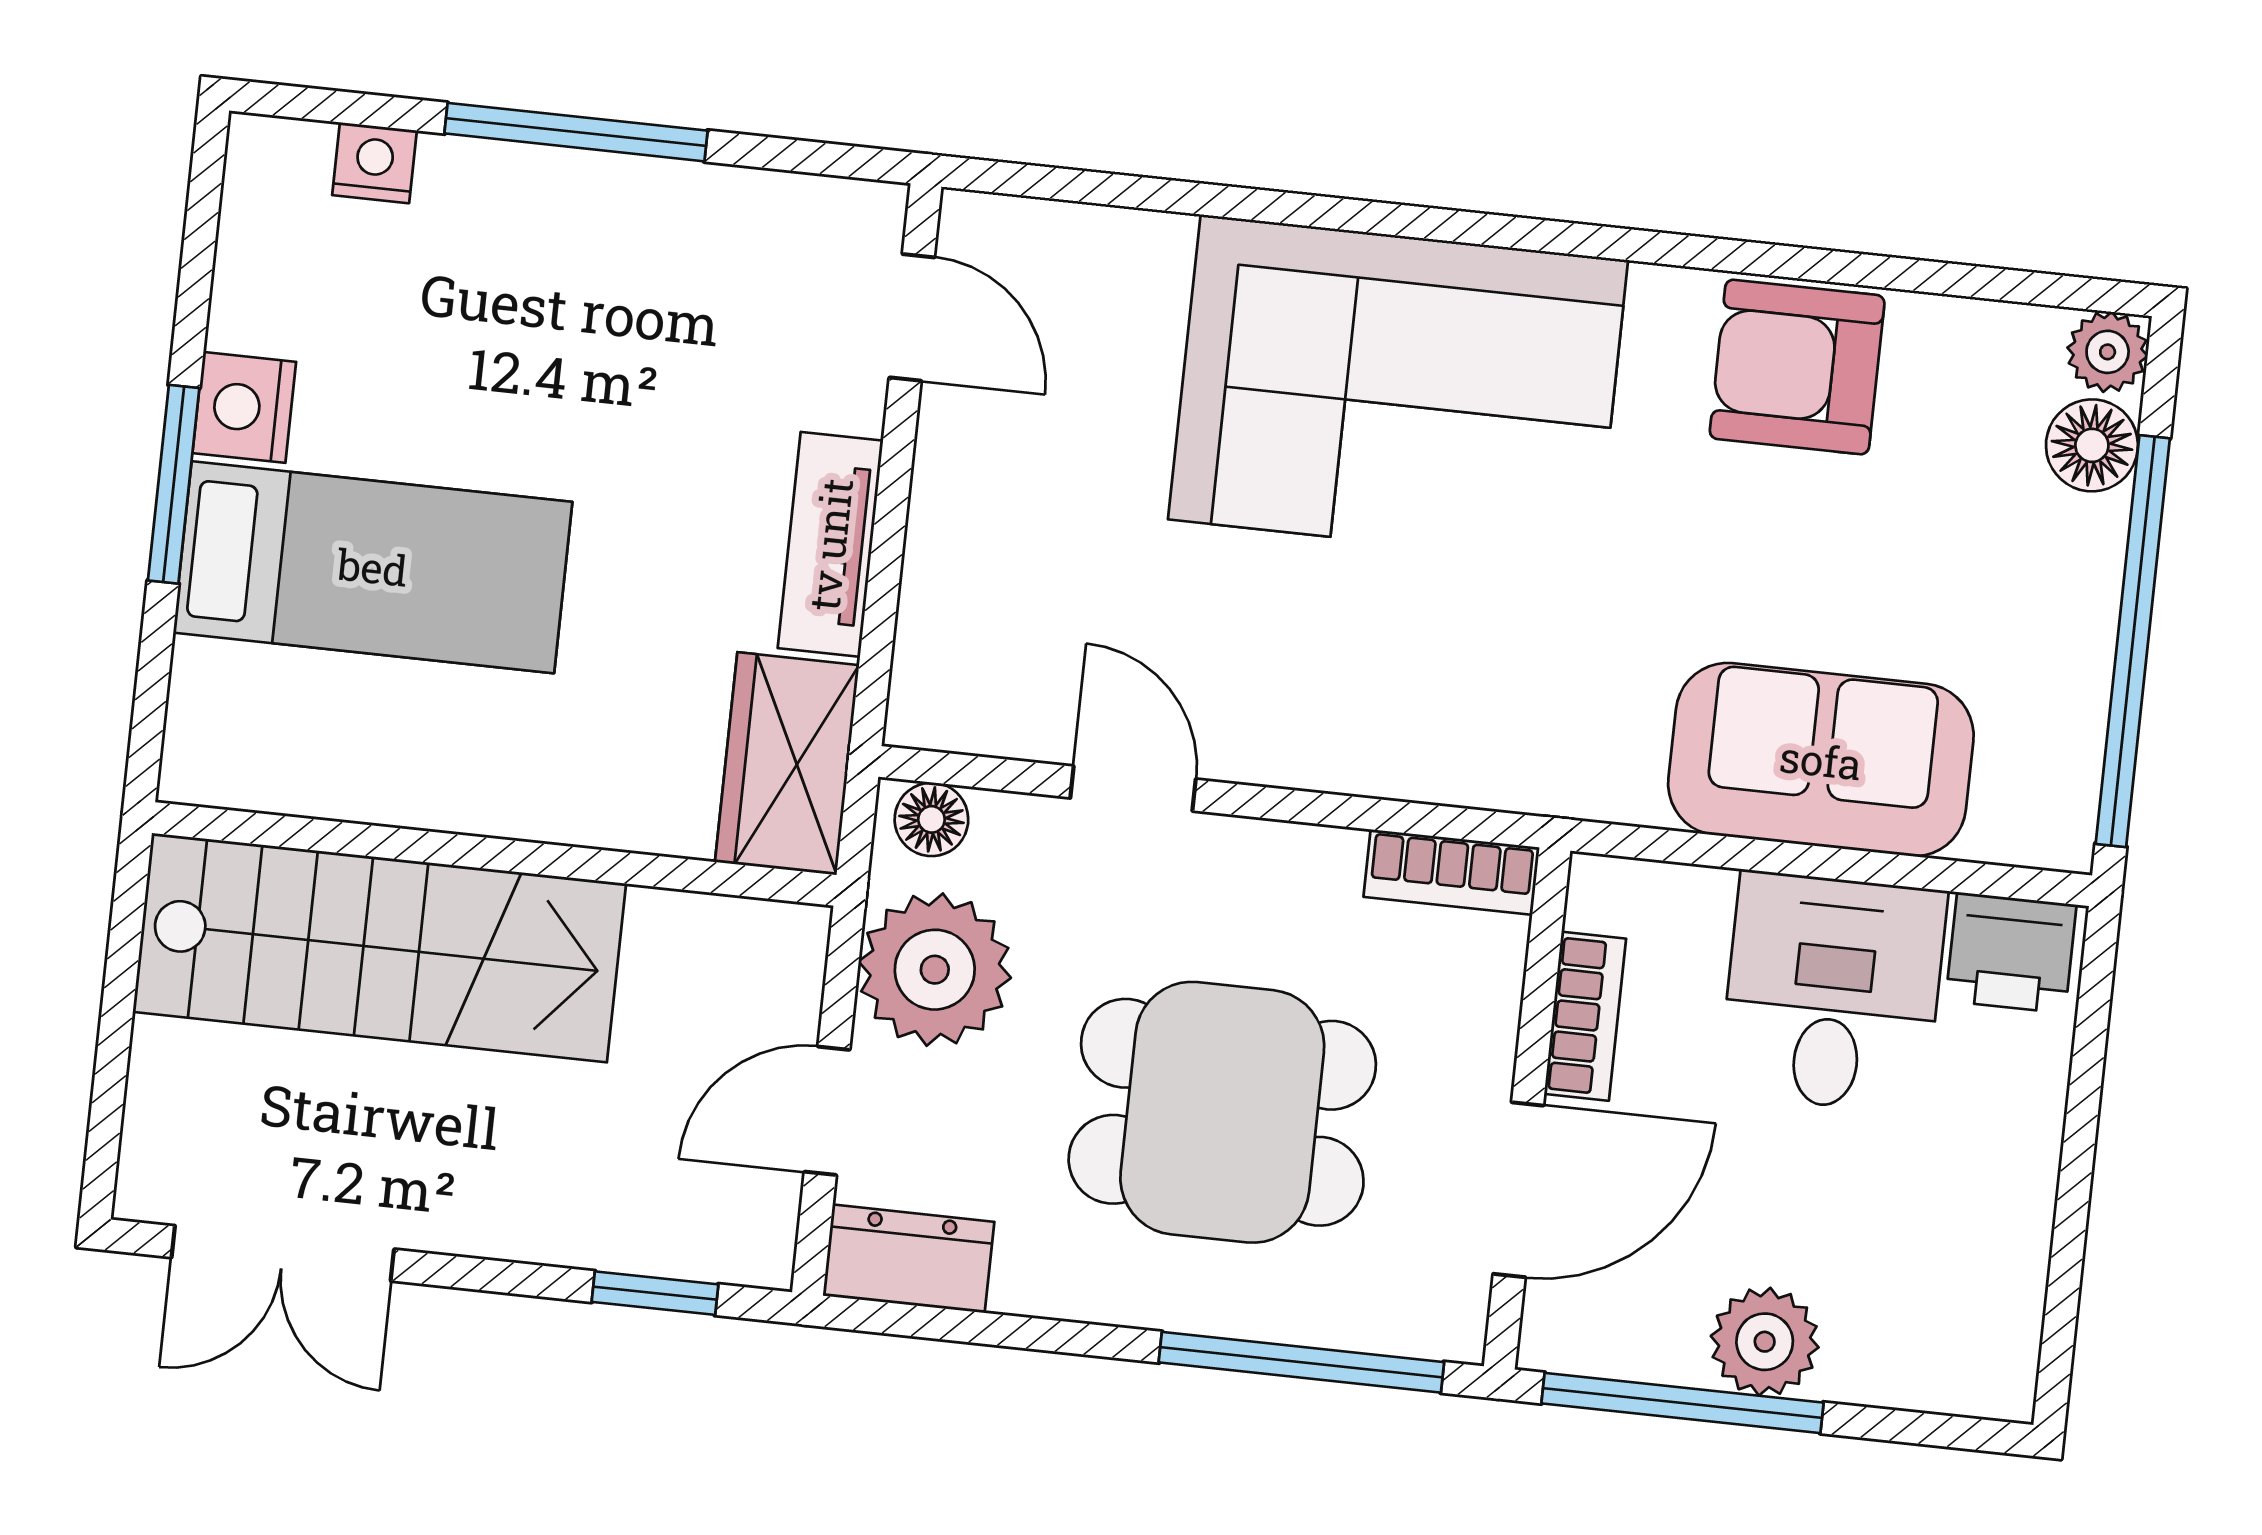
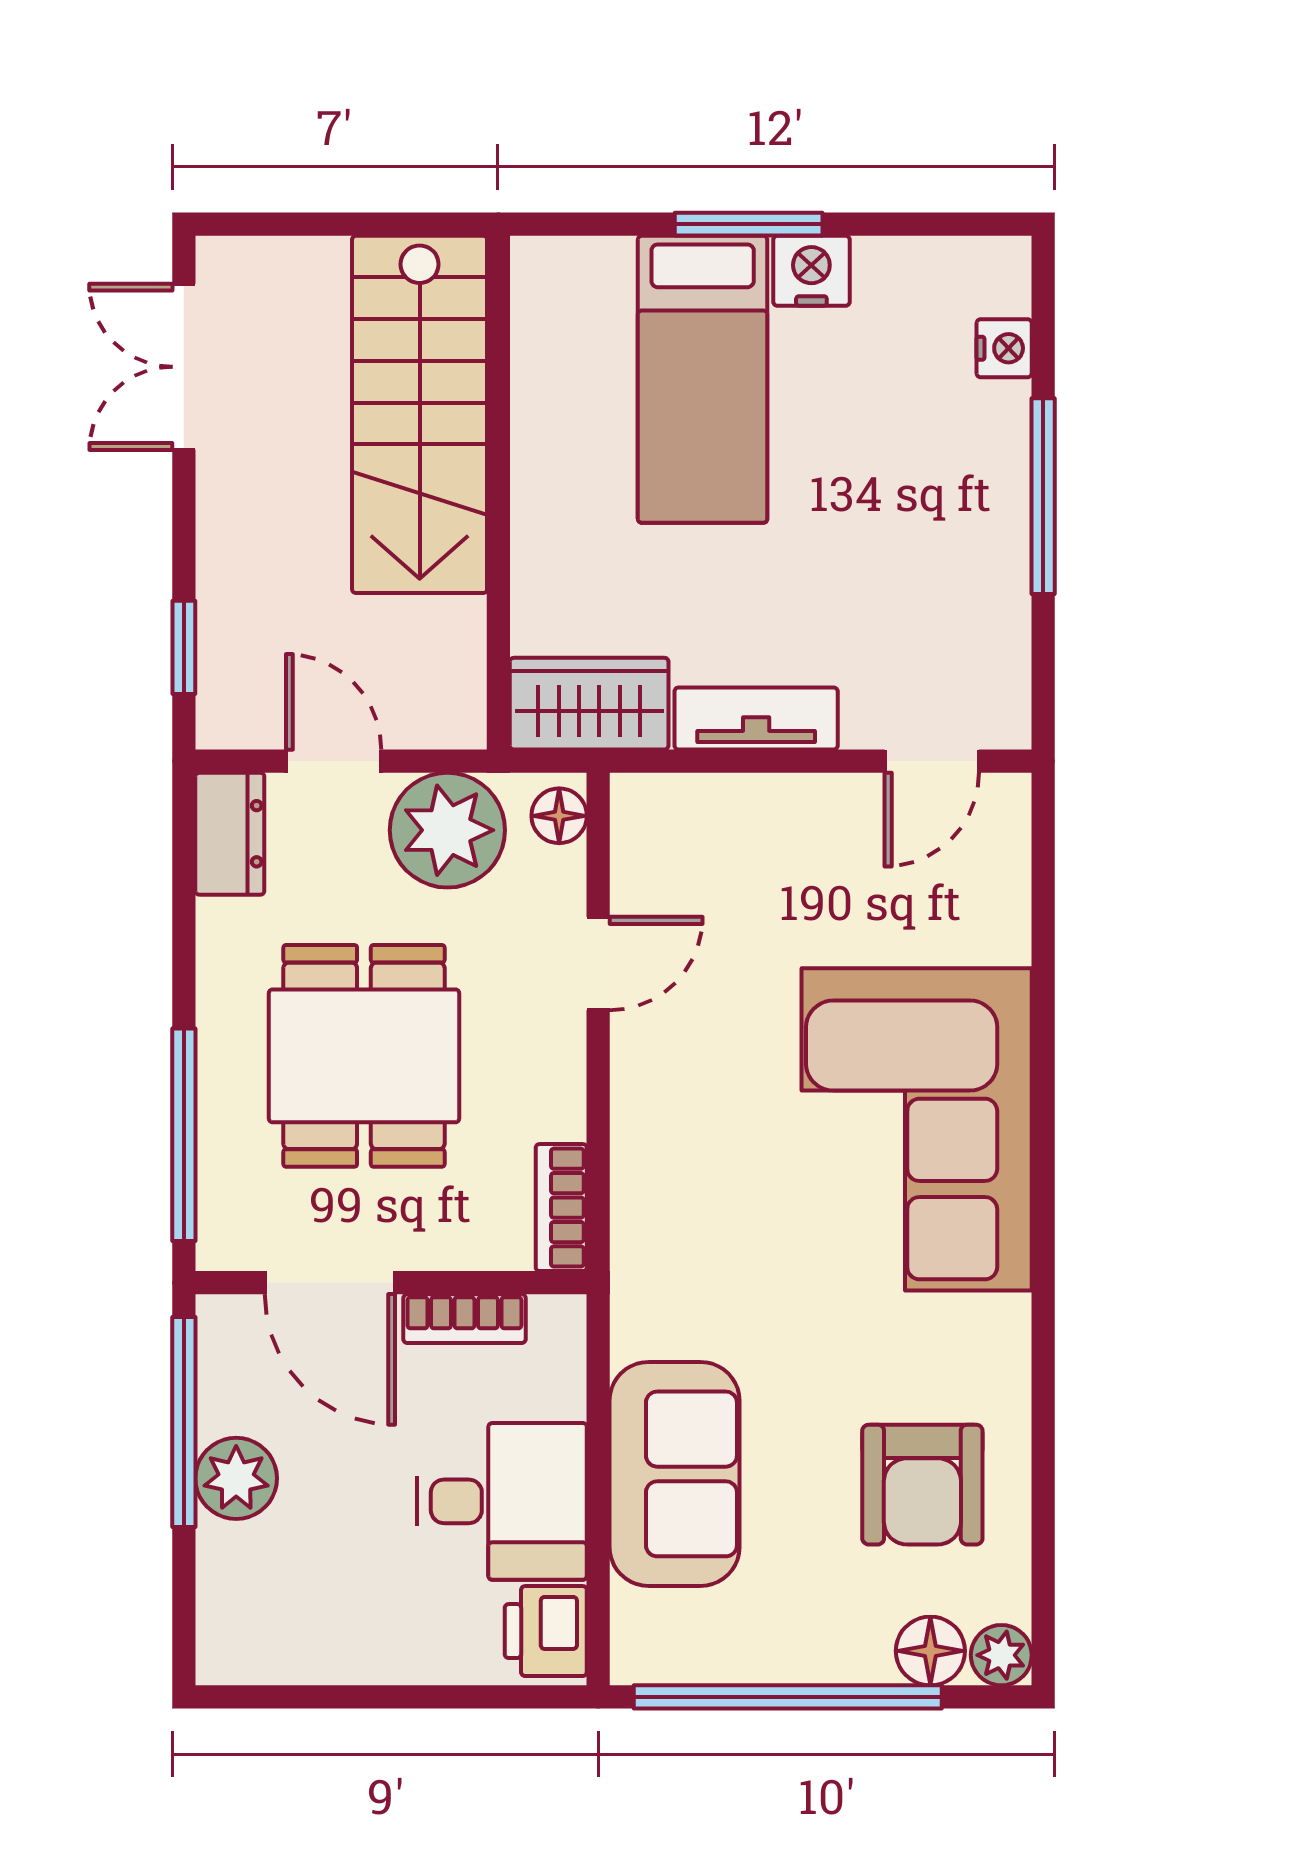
armchair: (1797, 367) -> (922, 1485), moved, turned 180

